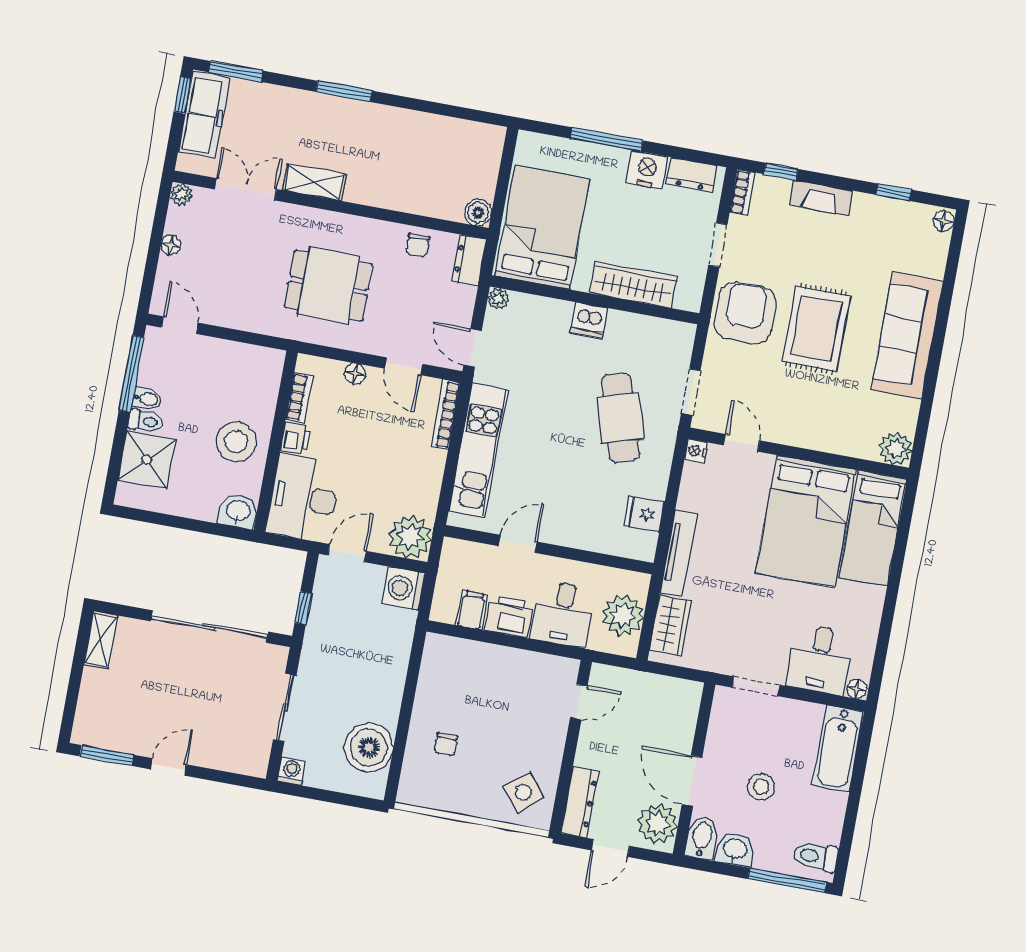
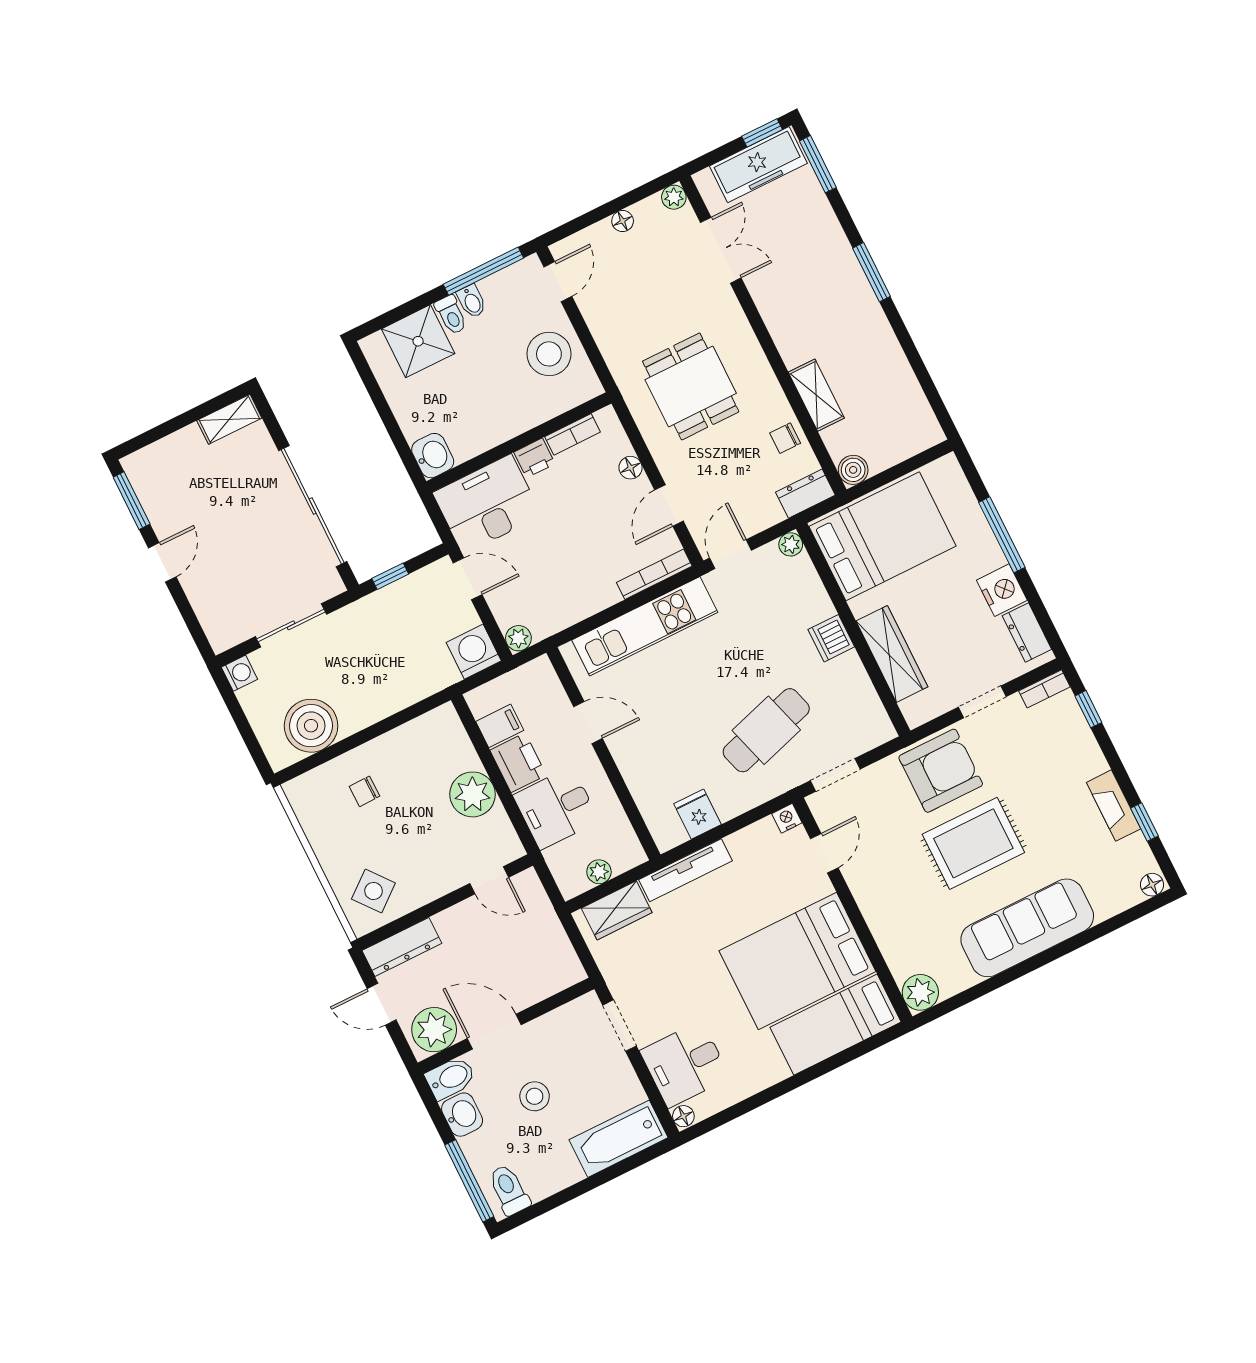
shelving: (314, 182) -> (816, 395), moved
fireplace: (821, 198) -> (1114, 806), moved
stool: (236, 442) -> (549, 354), moved
plant: (410, 537) -> (518, 638), width x0.53, depth x0.53
plant: (623, 615) -> (599, 872), width x0.53, depth x0.53
plant: (507, 667) -> (473, 794), added
door: (168, 767) -> (162, 562), hinge flipped
door: (692, 781) -> (494, 1032), hinge flipped

